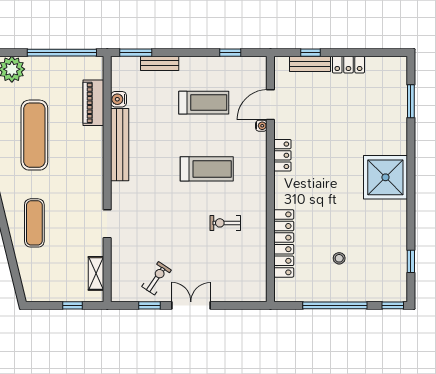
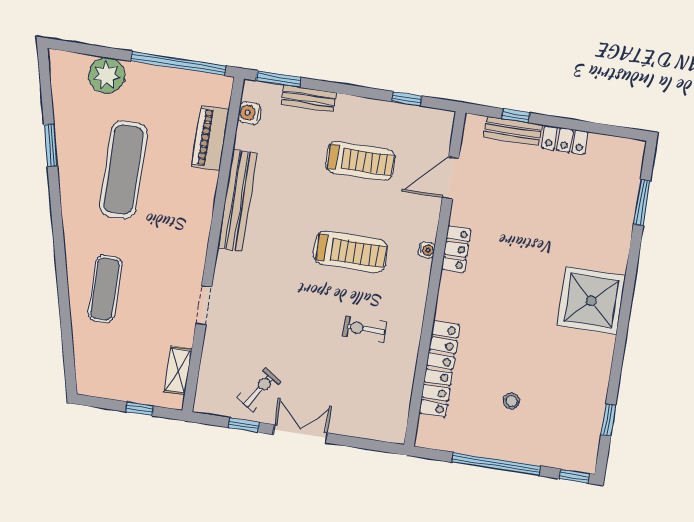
water cooler: (119, 99) -> (249, 113), moved
water cooler: (261, 126) -> (427, 250), moved

